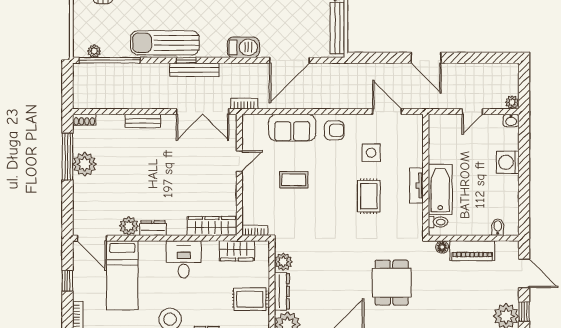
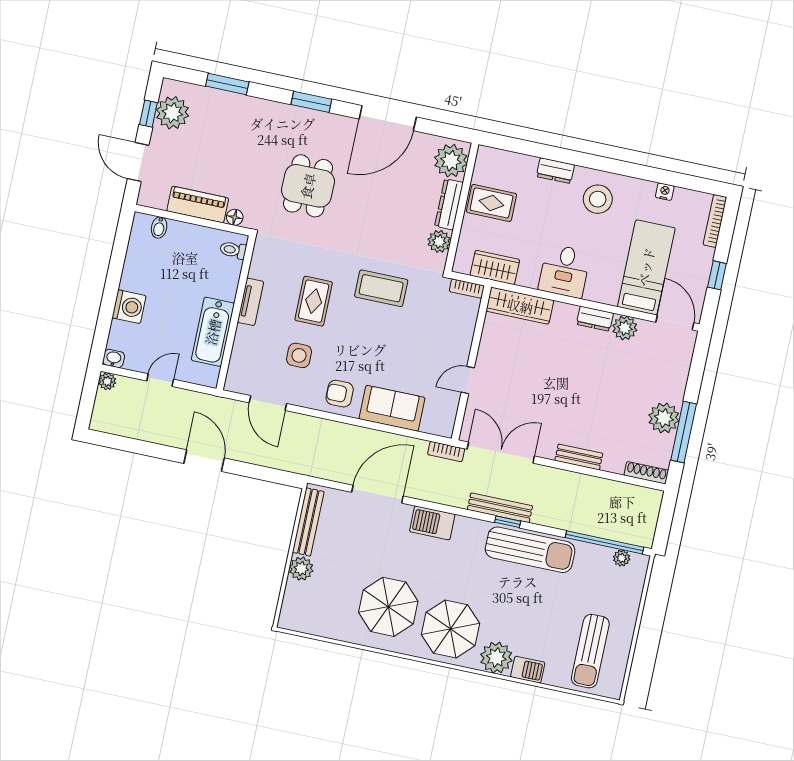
shoe rack: (84, 120) -> (646, 473), width x1.43
coffee table: (294, 180) -> (381, 288), moved, width x1.36, depth x1.30
bathtub: (440, 189) -> (213, 332), moved

